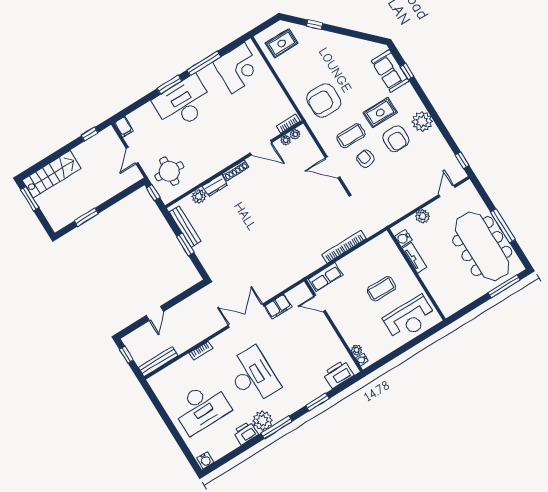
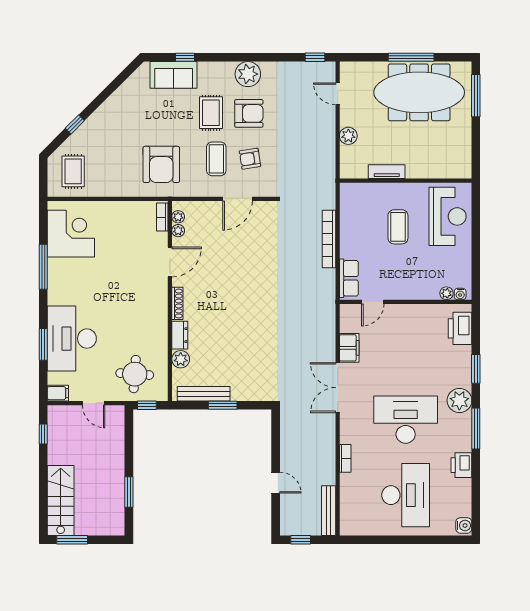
window: (169, 85) -> (43, 344), moved
desk: (183, 103) -> (72, 339), moved
water cooler: (403, 238) -> (359, 170), removed
plant: (262, 421) -> (459, 400), moved

